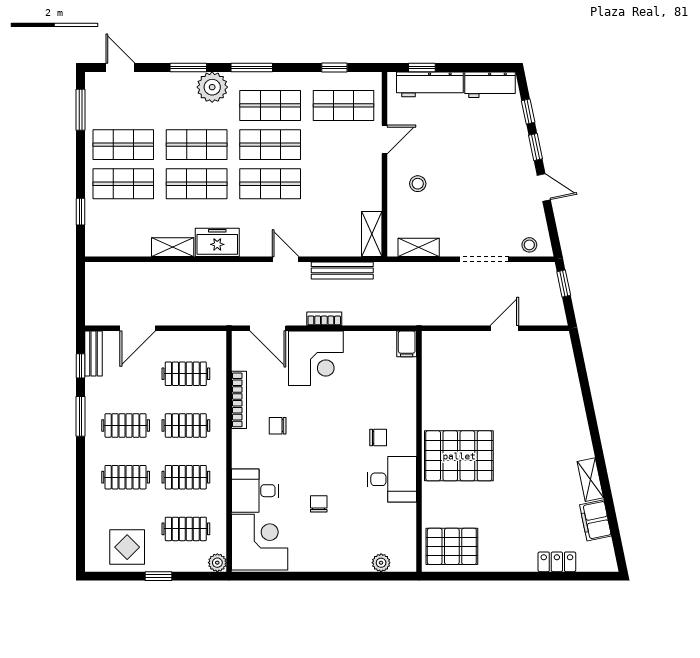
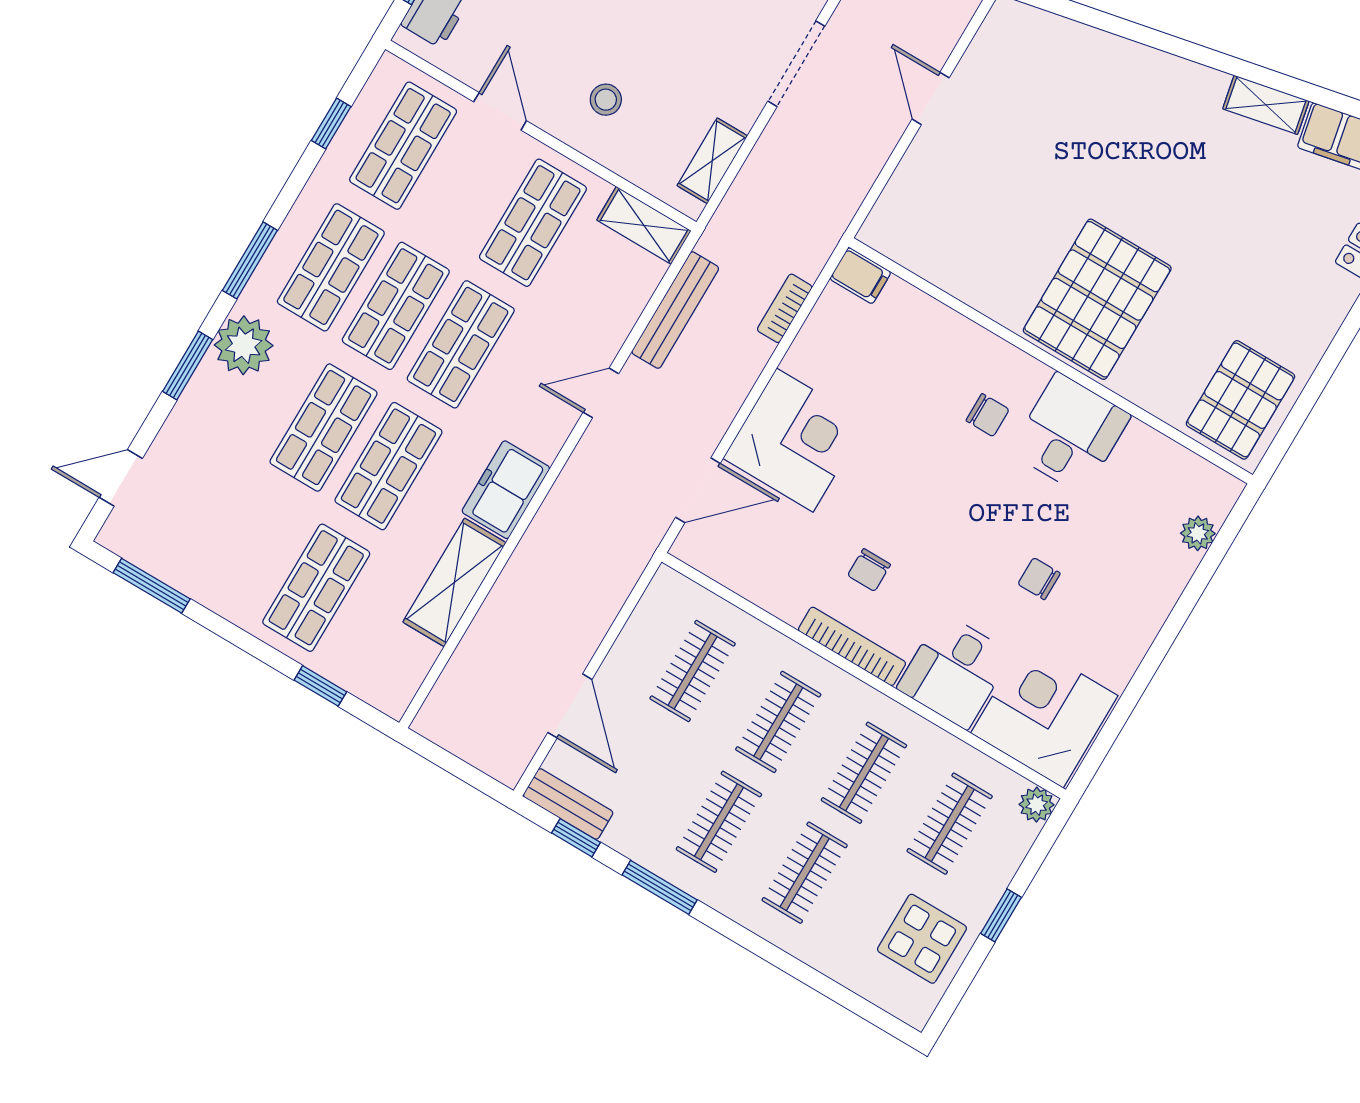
shop shelf: (123, 145) -> (533, 223), moved
shelving: (173, 247) -> (454, 582), width x1.50, depth x1.33
bookcase: (324, 319) -> (785, 308), moved
bookcase: (239, 400) -> (852, 646), moved
chair: (378, 438) -> (987, 415), turned 90

